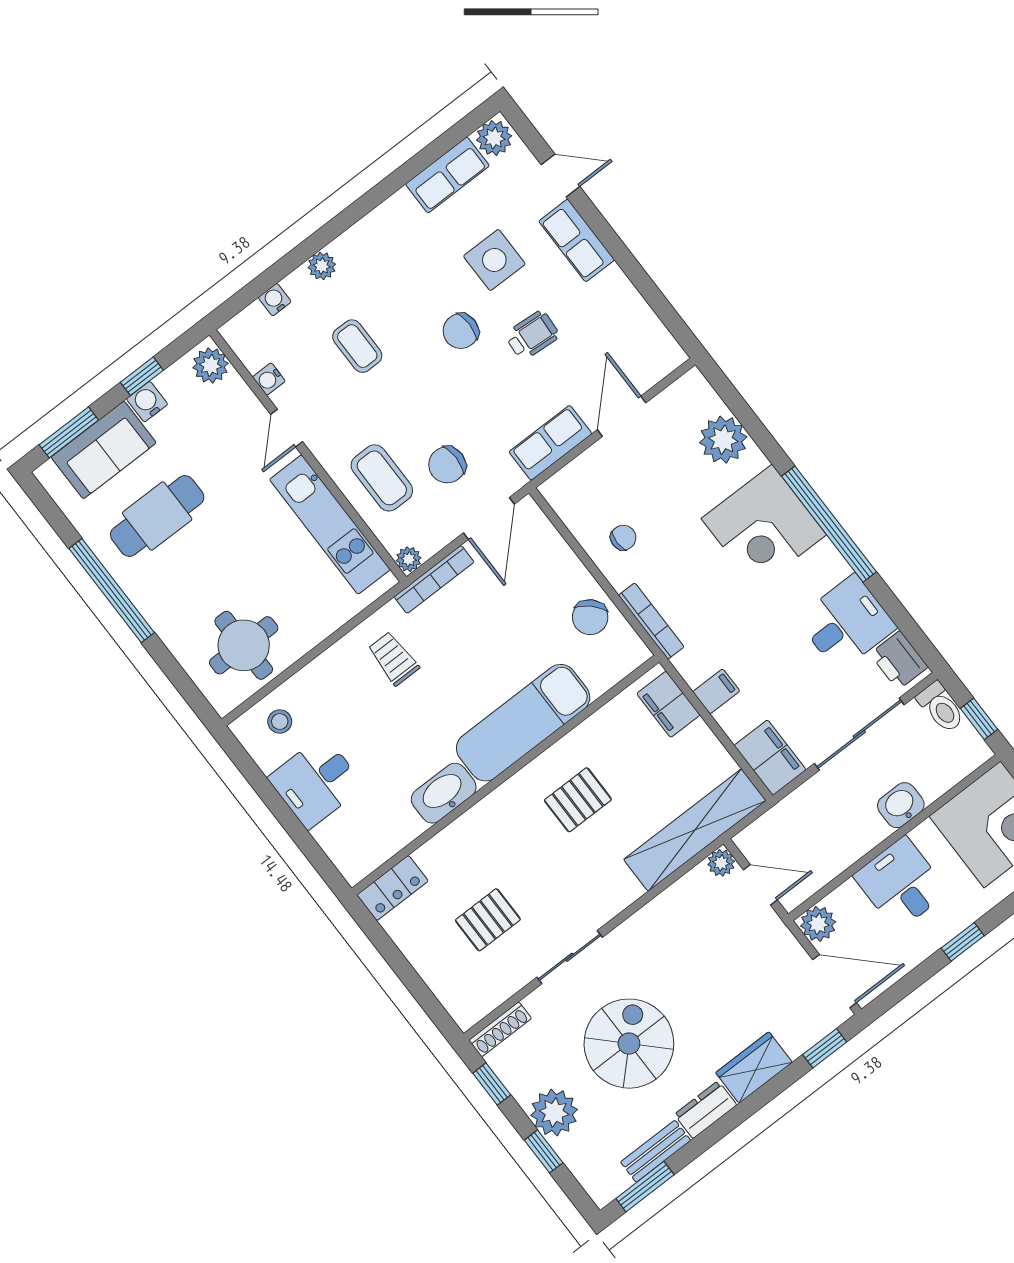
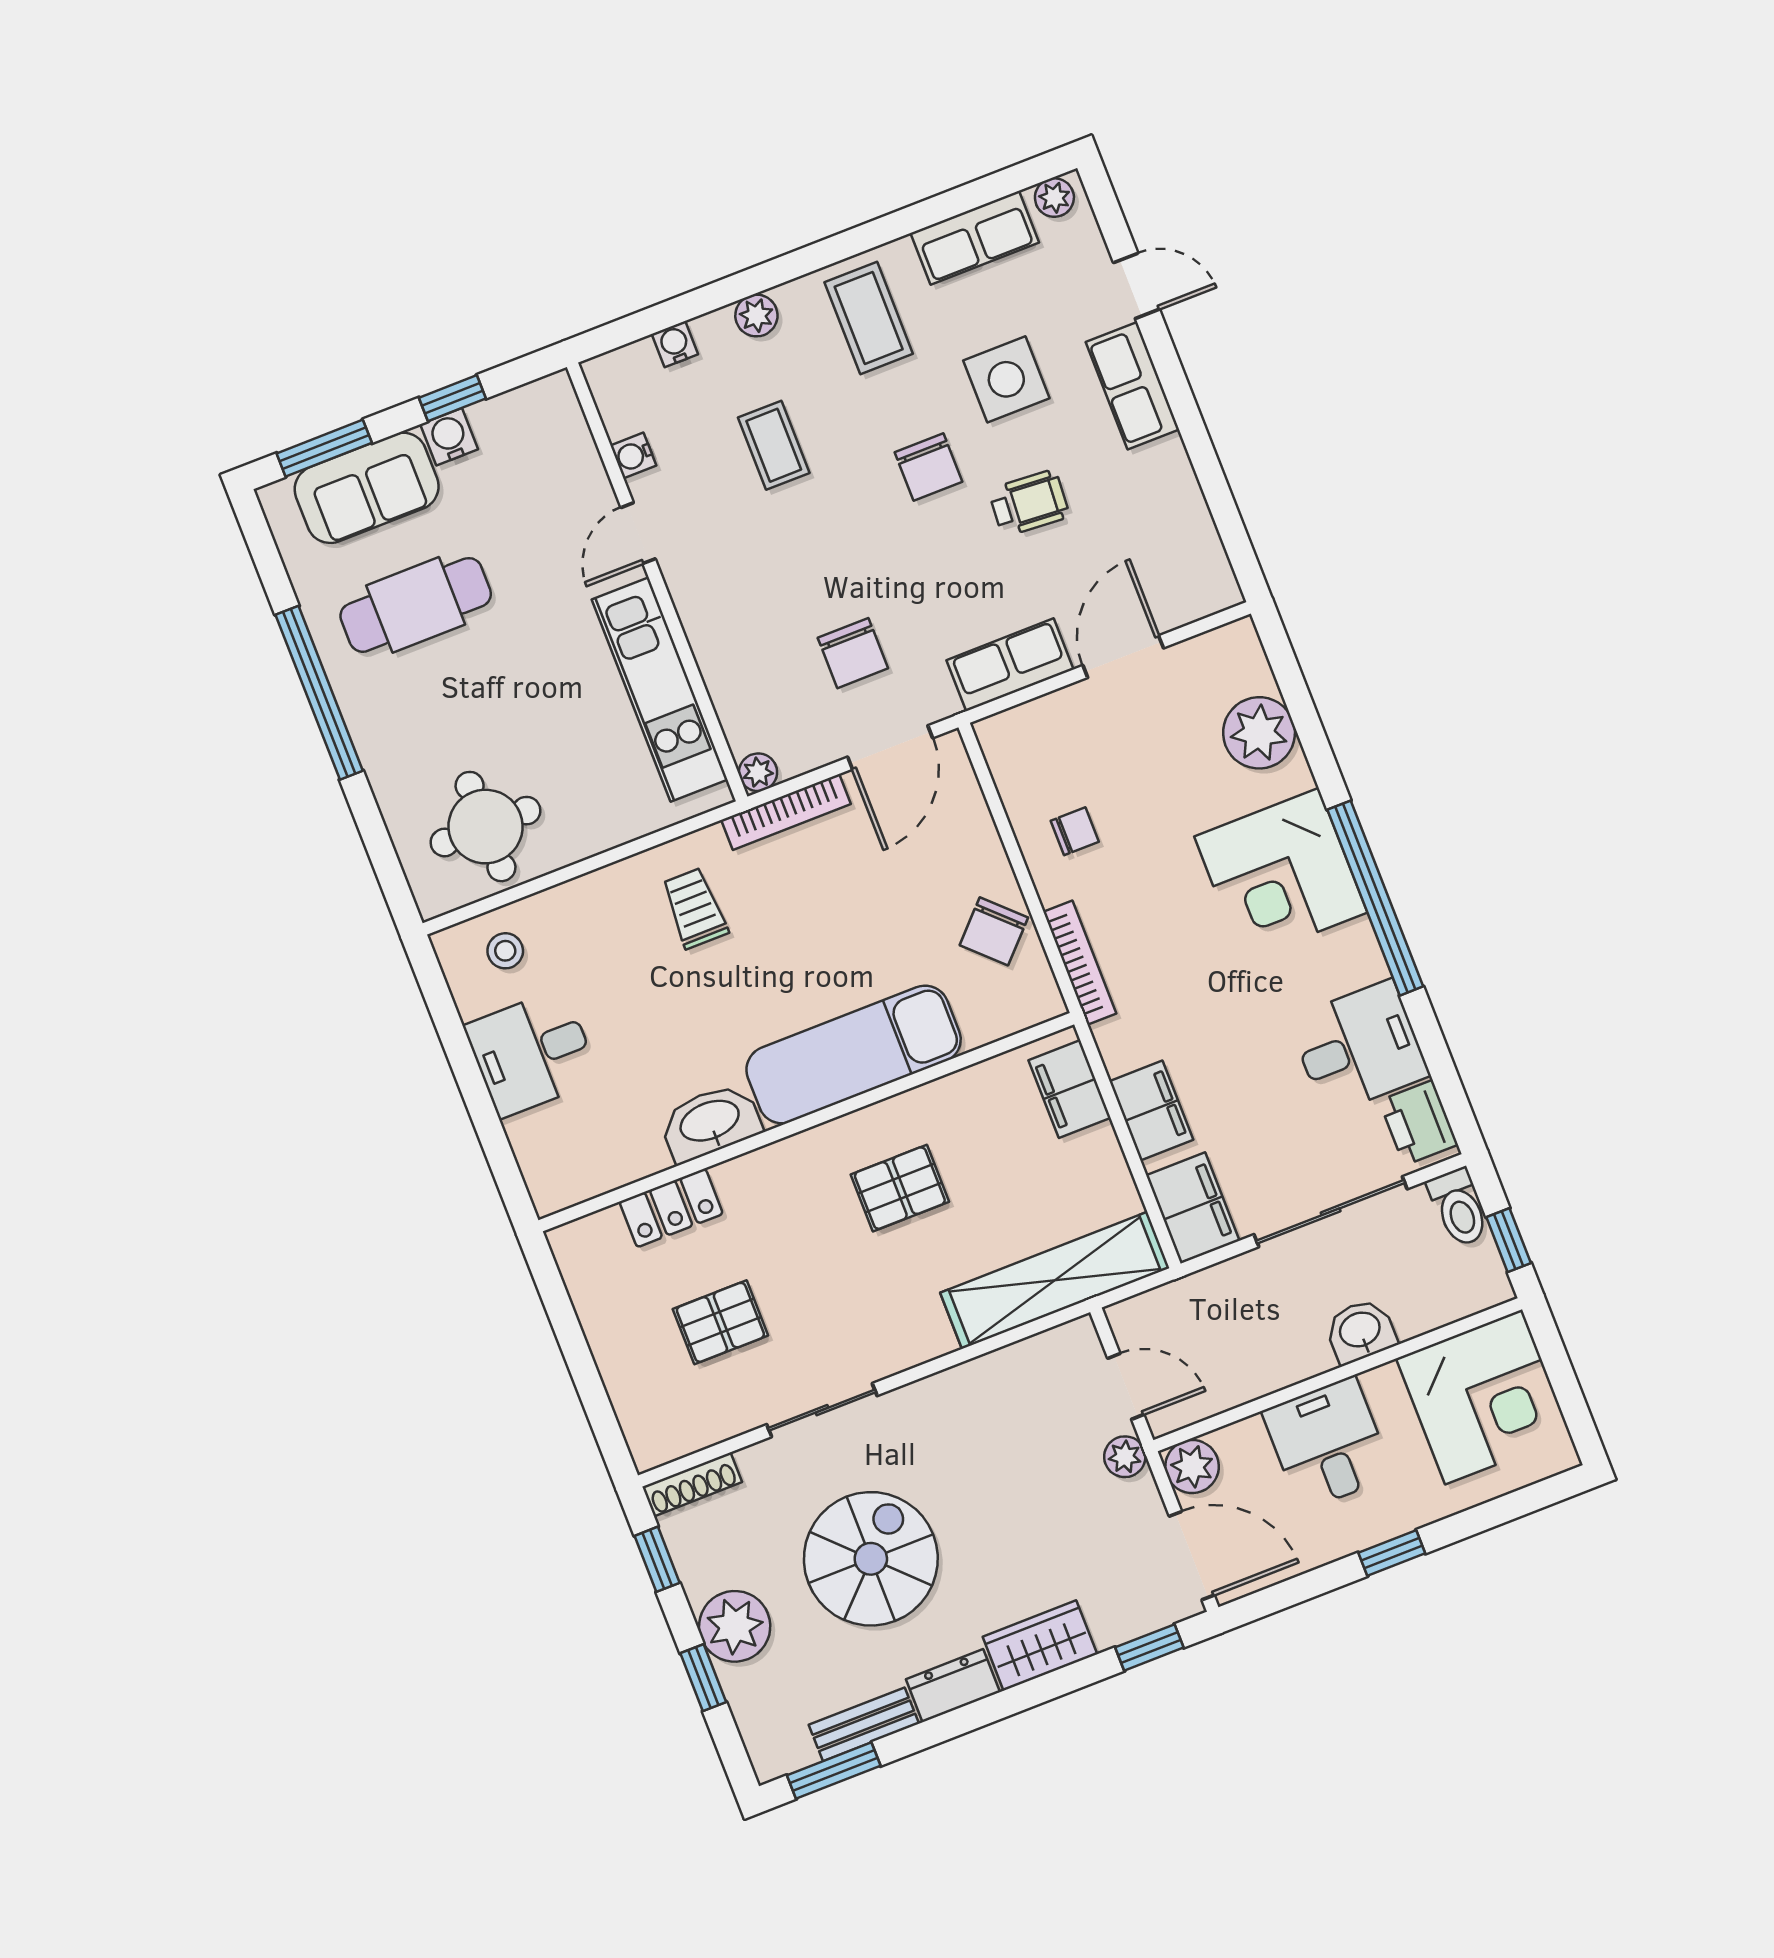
plant: (494, 138) -> (1054, 198), width x0.73, depth x0.73
chair: (461, 331) -> (928, 467), turned -90
plant: (211, 365) -> (555, 411), removed
chair: (447, 465) -> (853, 653), turned -90
coffee table: (382, 478) -> (869, 318), moved
filing cabinet: (716, 691) -> (1151, 1110), width x2.00
plant: (721, 863) -> (1125, 1457), moved
locker: (392, 888) -> (671, 1208), moved

